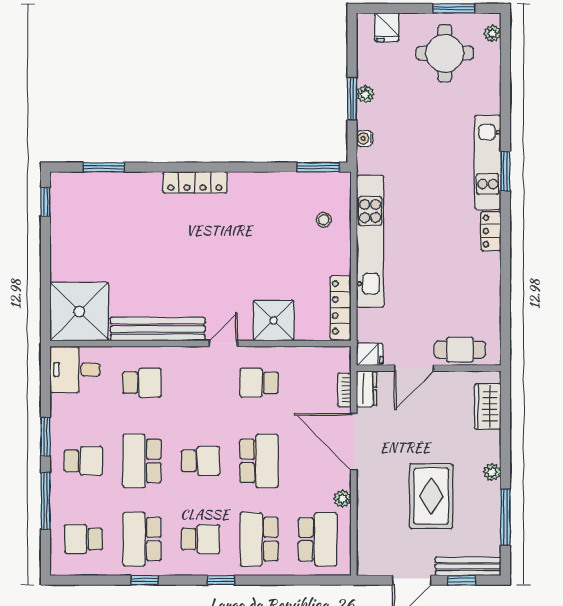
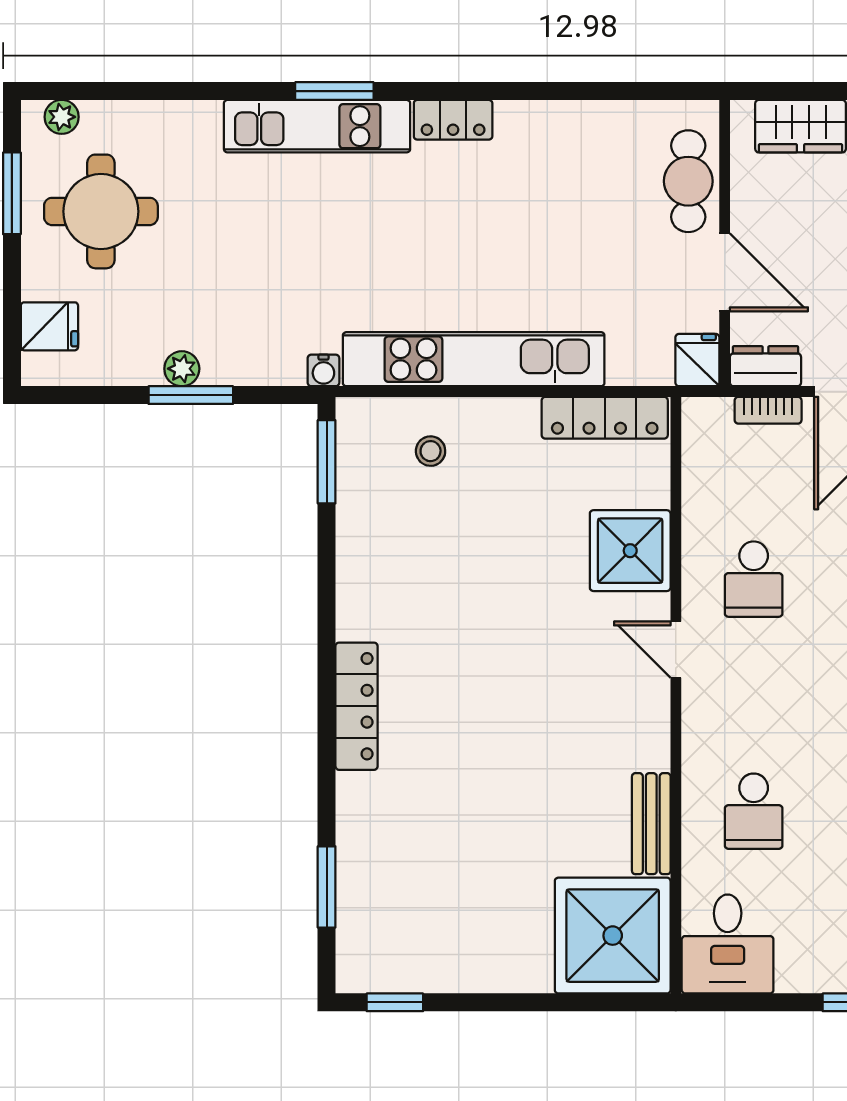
water cooler: (364, 138) -> (323, 370), moved
bench: (158, 329) -> (651, 824), width x0.54, depth x0.82
school desk: (142, 383) -> (754, 811), turned 180

